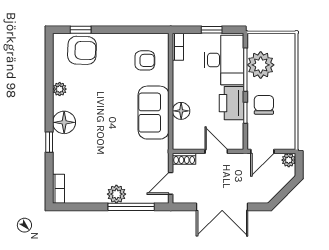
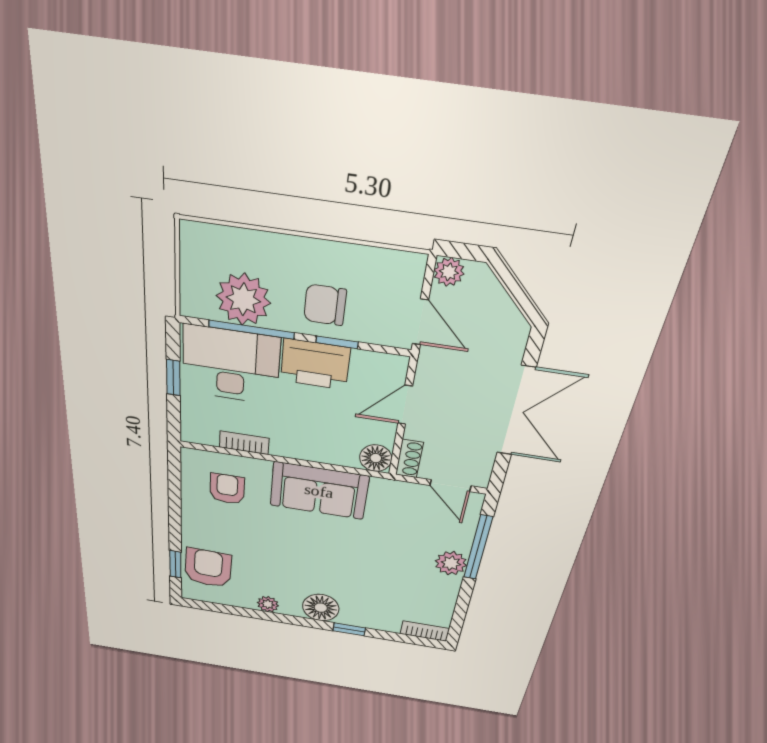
bookcase: (178, 47) -> (244, 443), moved
floor lamp: (181, 111) -> (376, 458), moved

